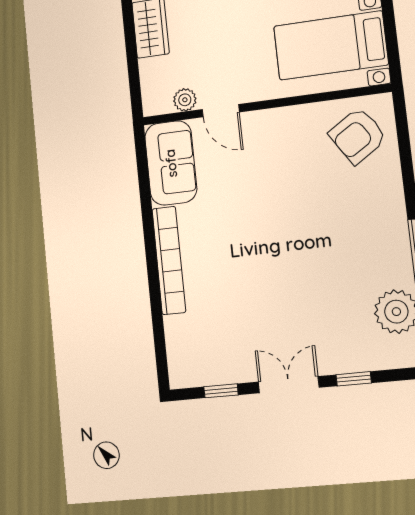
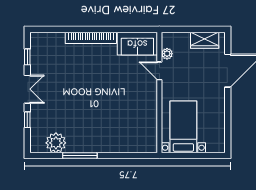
door: (221, 111) -> (159, 71), hinge flipped
armchair: (358, 136) -> (139, 135), removed

